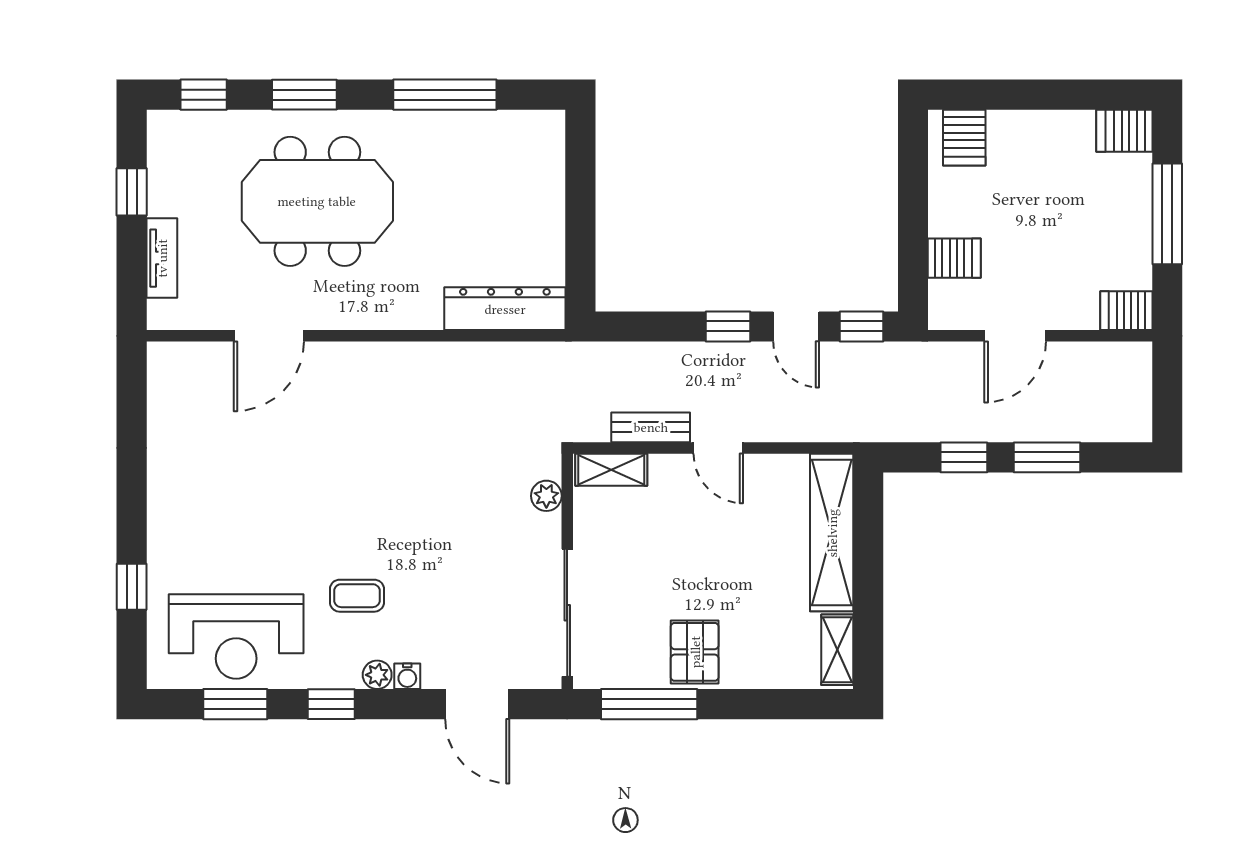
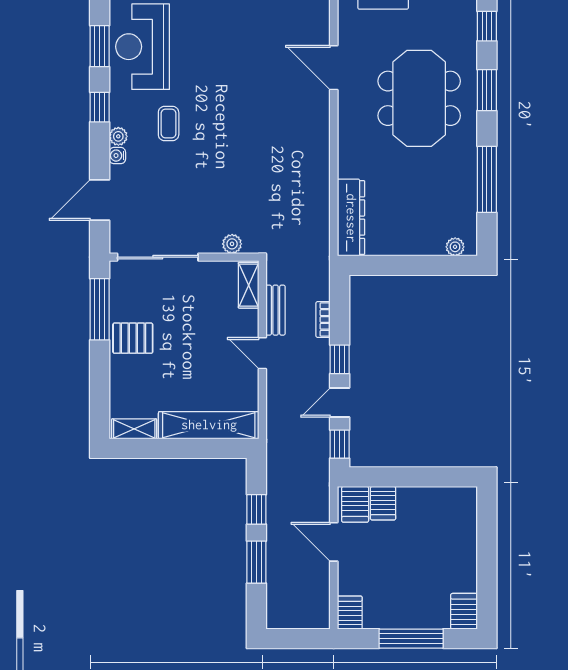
server rack: (964, 138) -> (355, 504), moved, turned -90
plant: (551, 145) -> (455, 247), added
bookcase: (665, 353) -> (323, 319), added
door: (718, 448) -> (262, 353), hinge flipped

